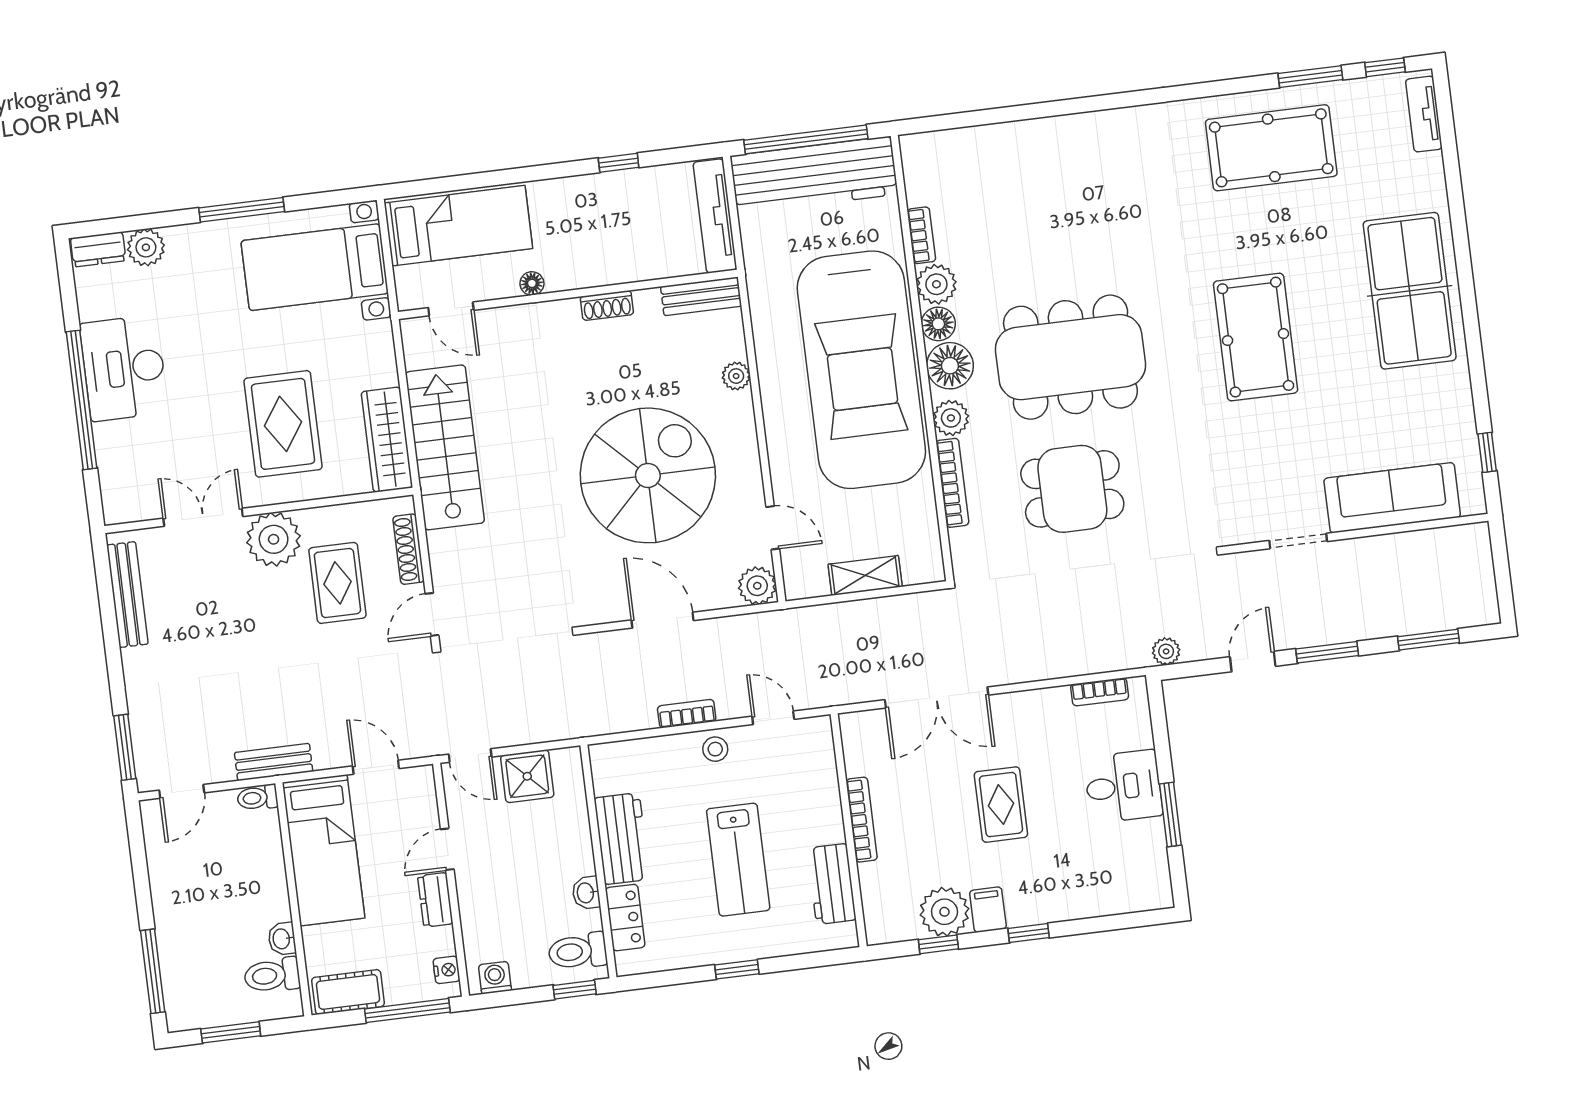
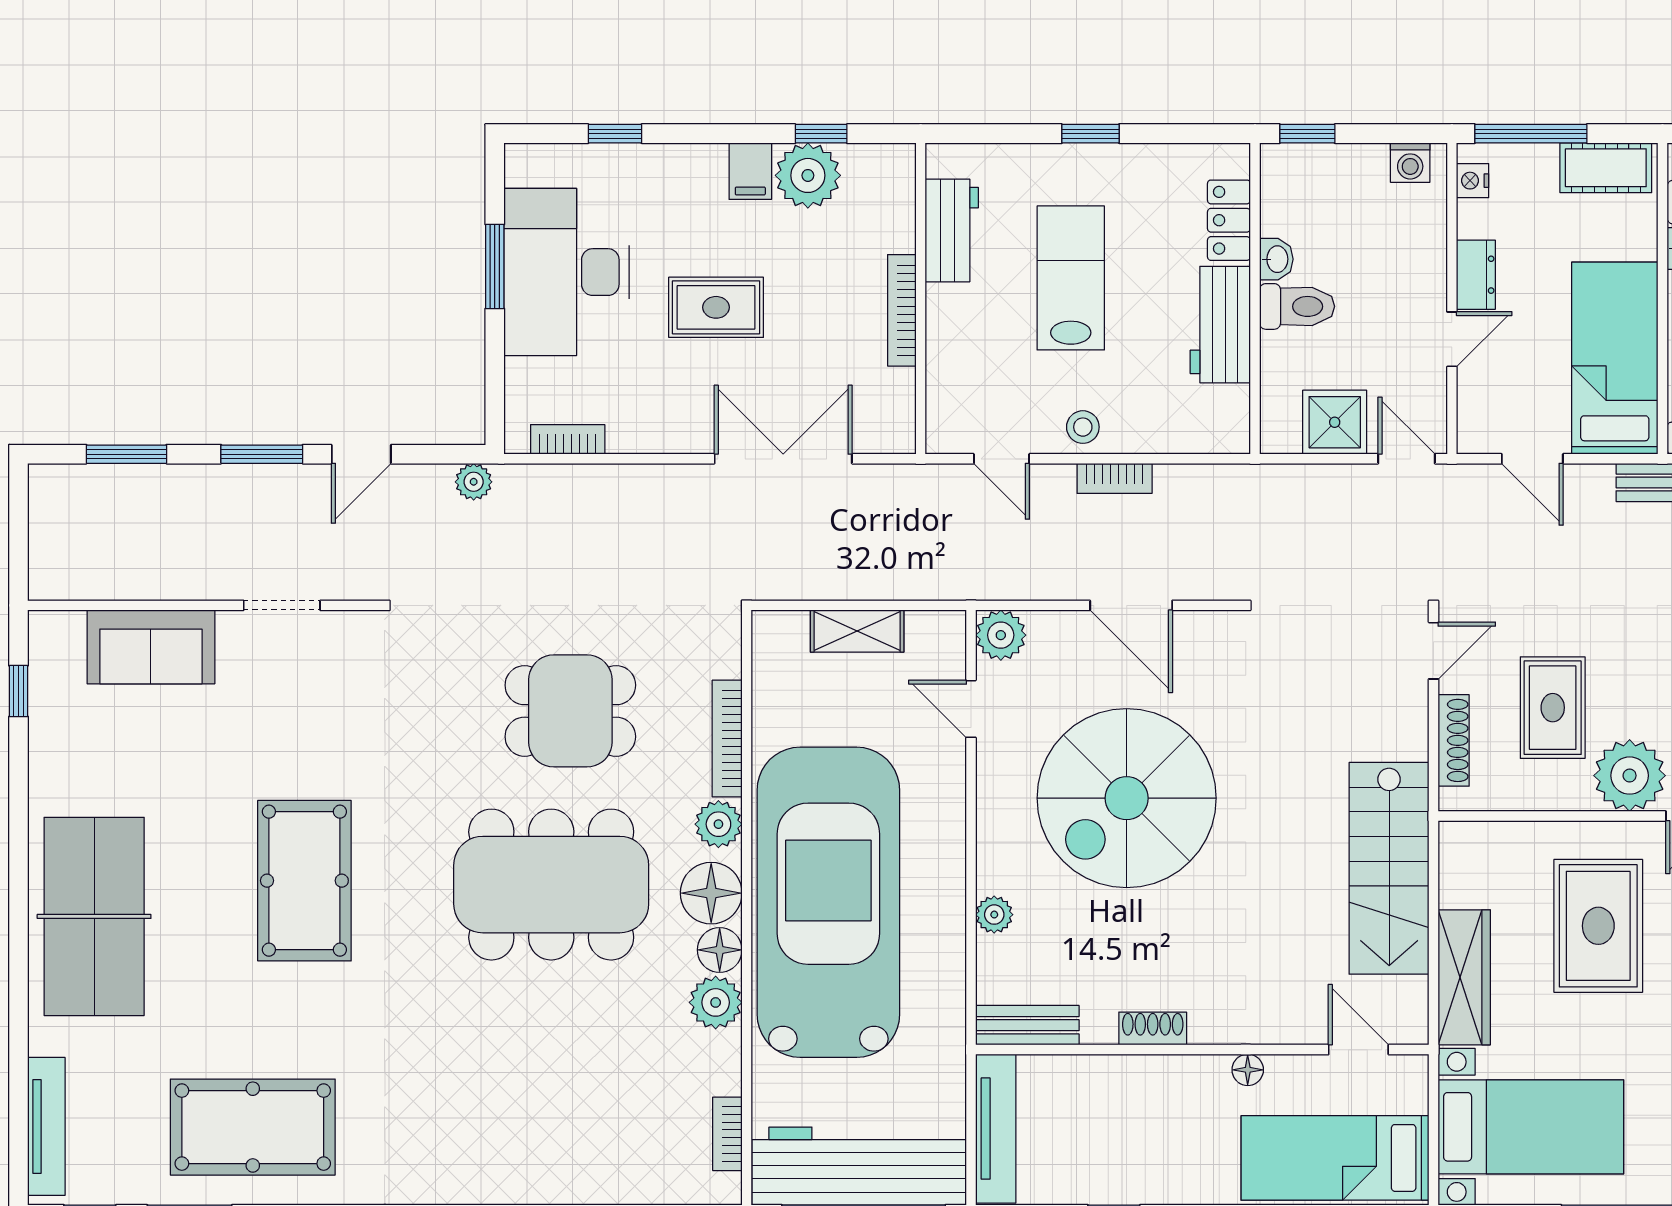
tv unit: (1424, 114) -> (46, 1126), width x1.41
bookcase: (921, 235) -> (727, 1134), moved
wardrobe: (387, 440) -> (1464, 977), moved
sofa: (1392, 498) -> (151, 647), width x0.73
desk: (1123, 786) -> (567, 272), width x1.87, depth x1.30
rug: (1001, 805) -> (716, 307), turned 90
window: (1029, 933) -> (615, 134), moved
toilet: (578, 951) -> (1297, 306), moved

